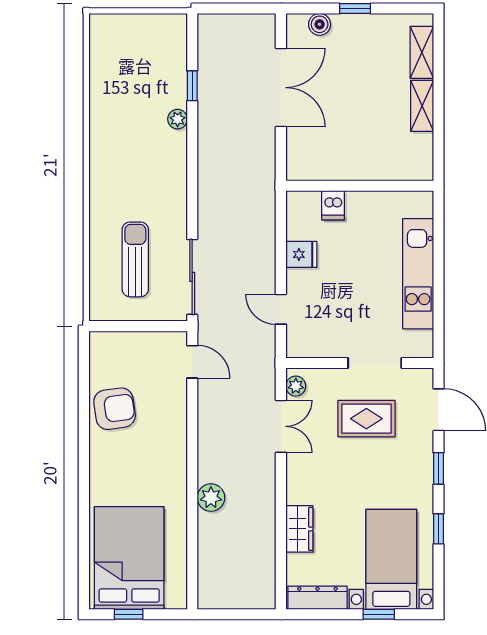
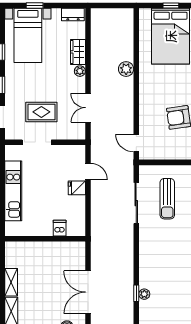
plant: (178, 119) -> (144, 294), moved
fridge: (301, 254) -> (77, 188), moved
sliding door: (192, 277) -> (136, 203), moved
plant: (296, 386) -> (80, 71), moved
dresser: (317, 598) -> (73, 14), width x0.70

